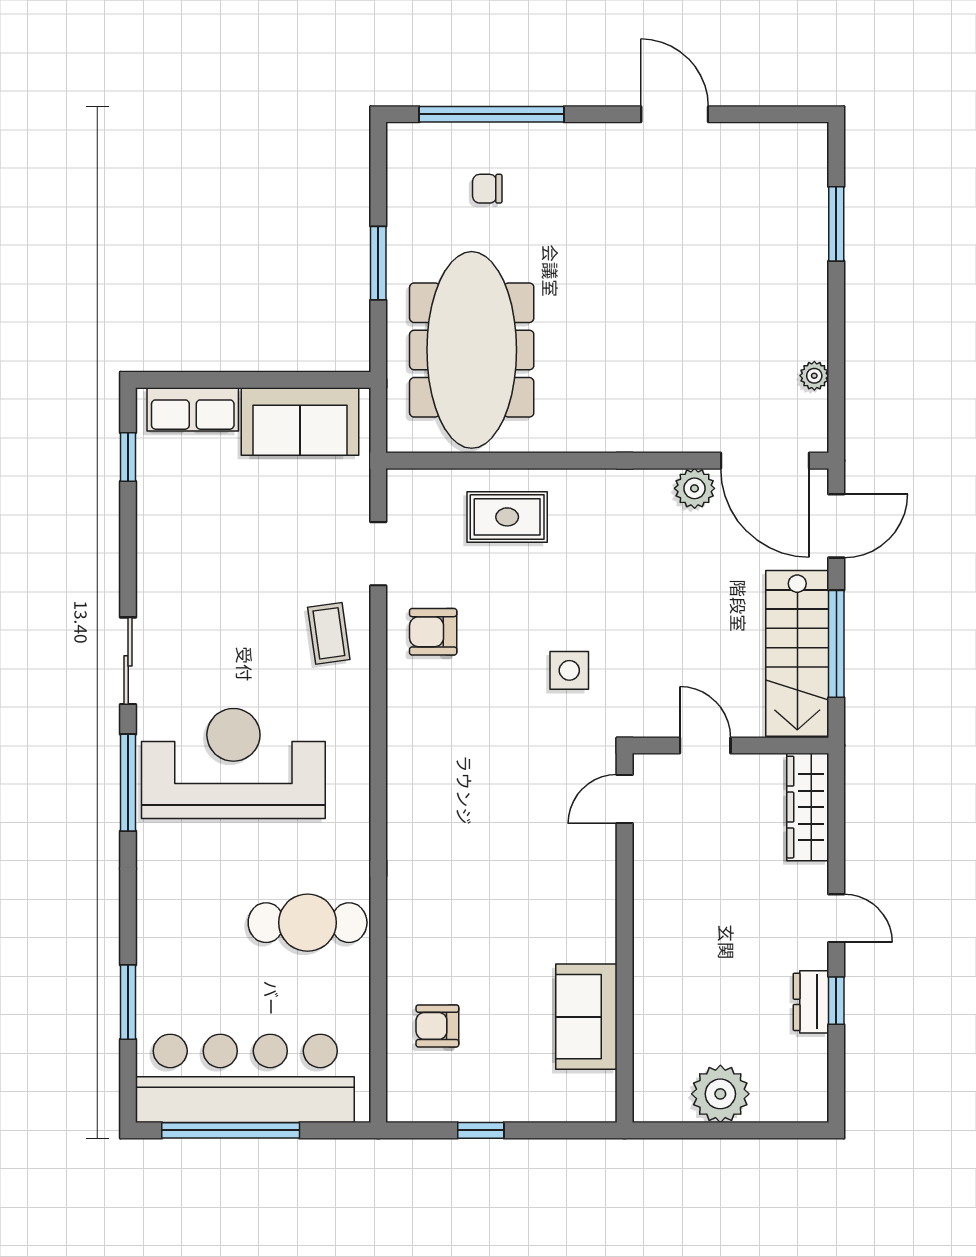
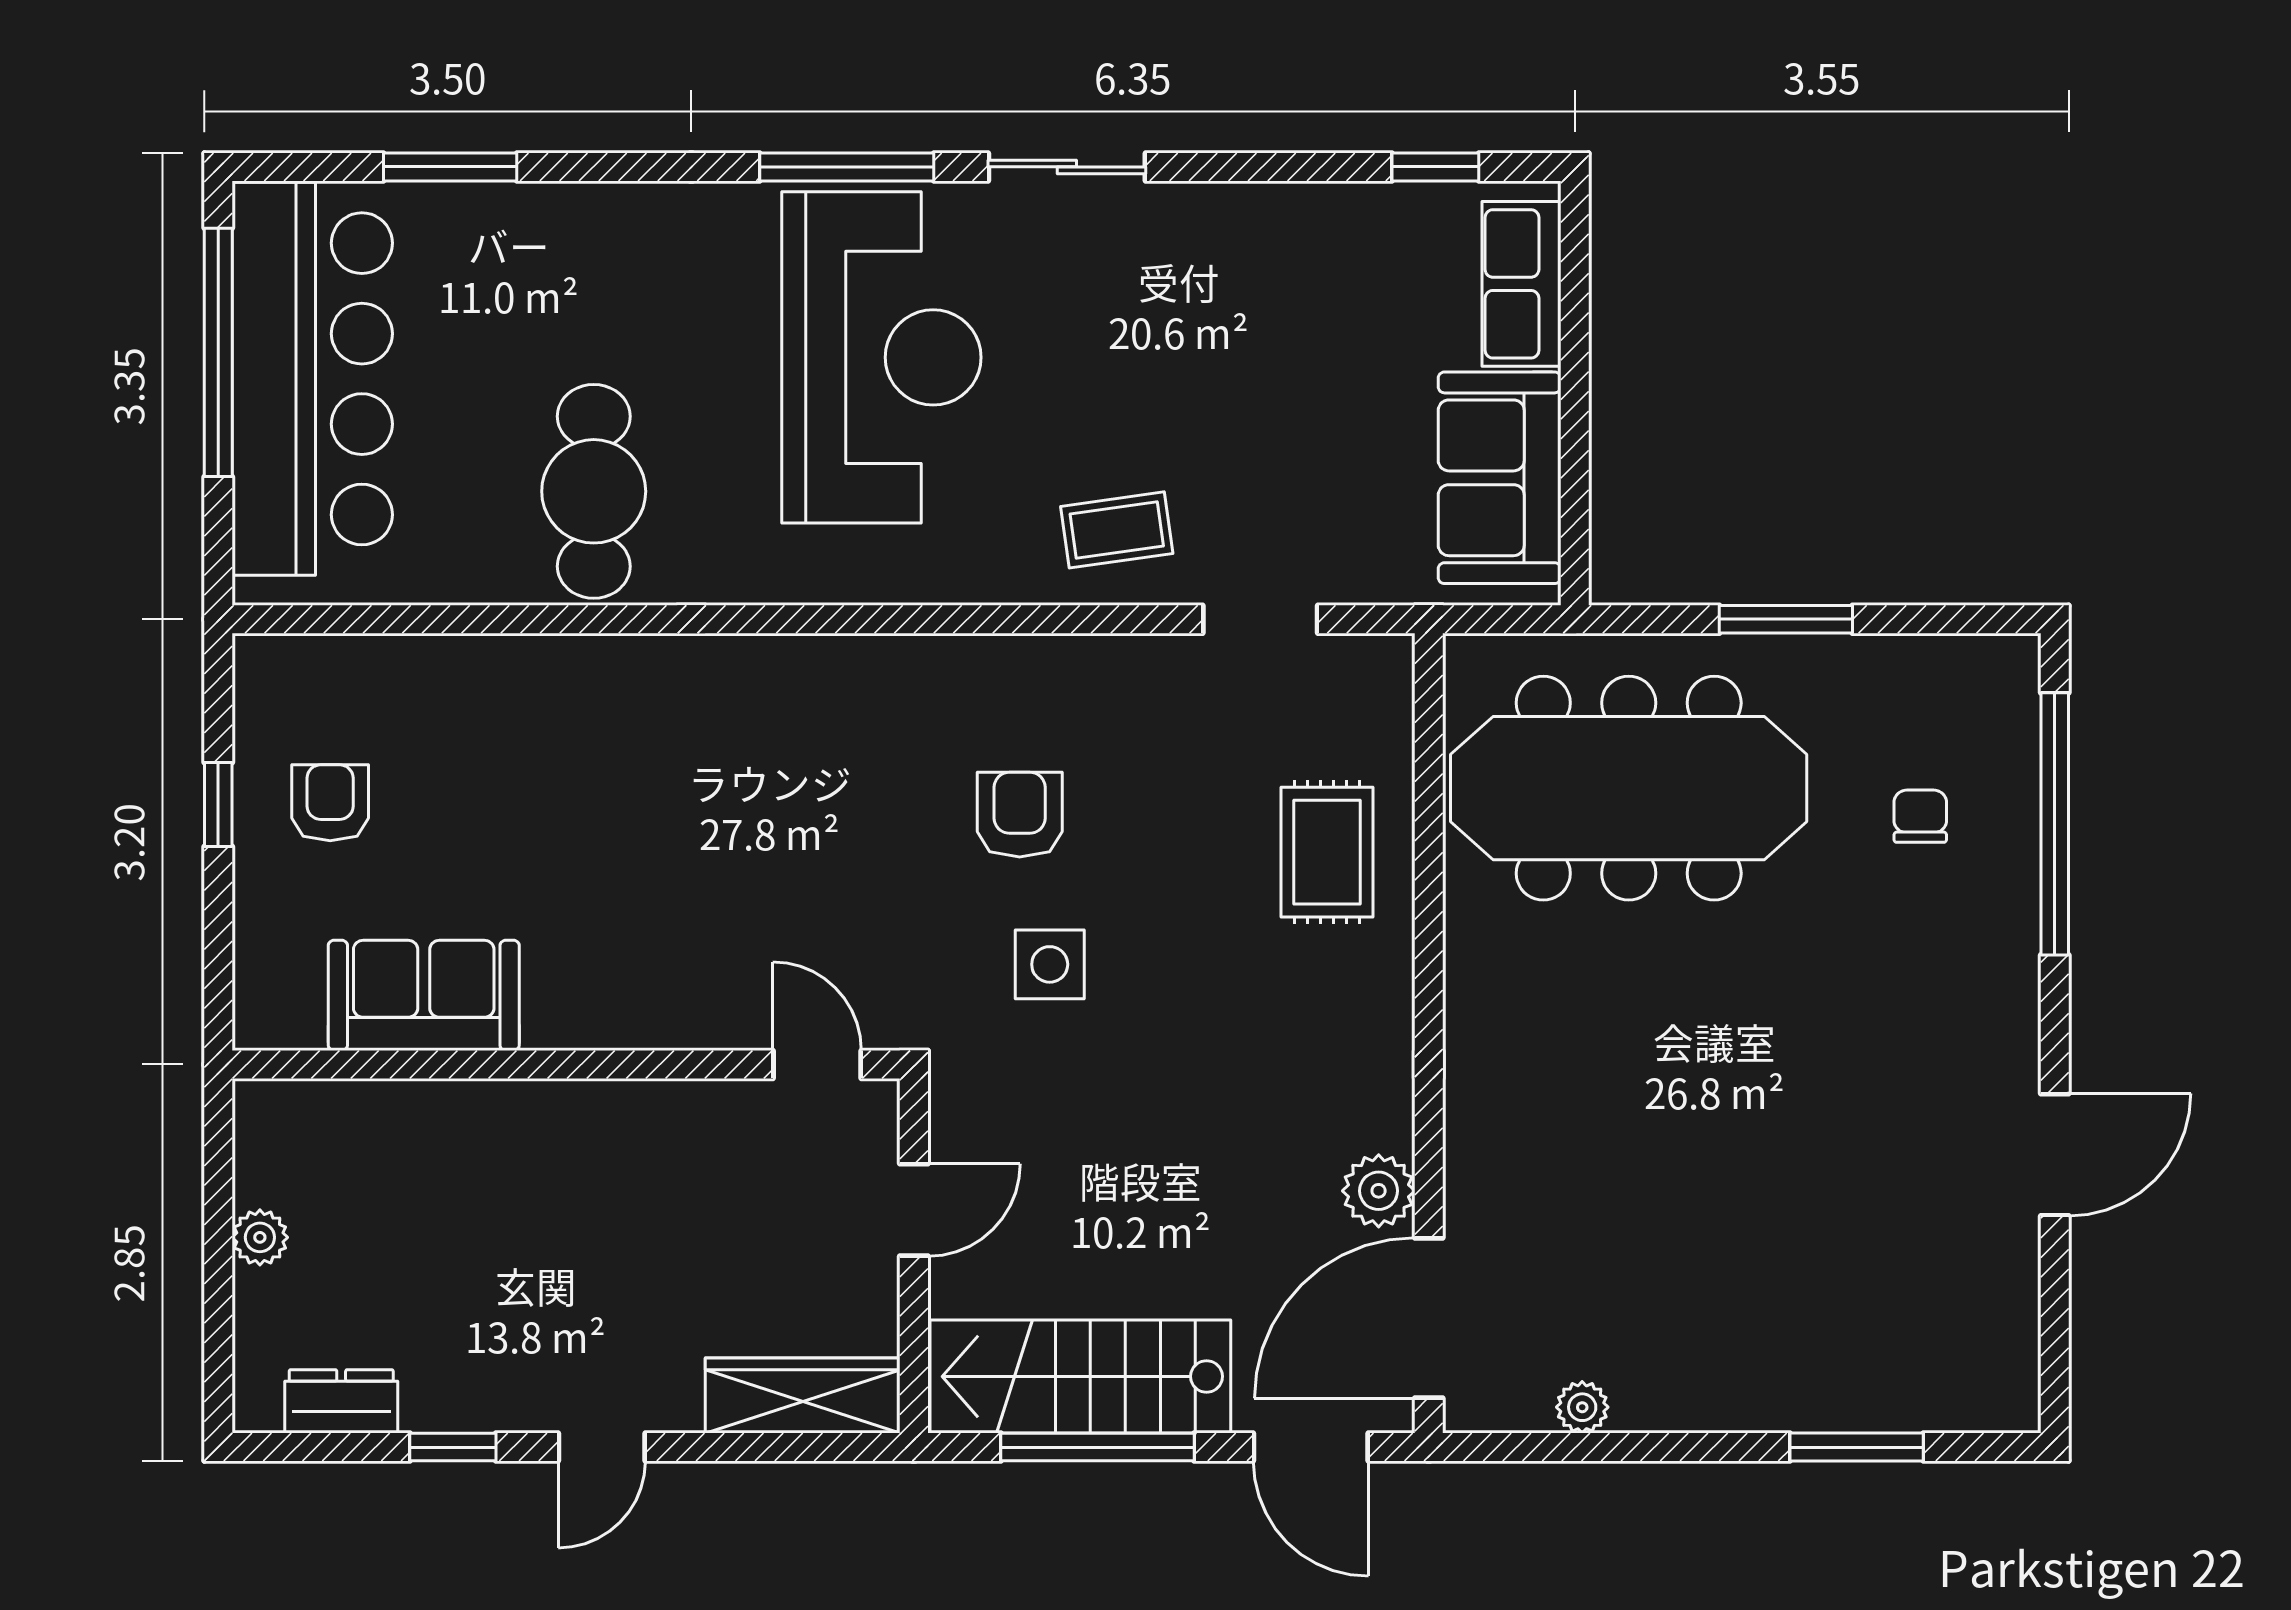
armchair: (433, 632) -> (1020, 815), moved
dresser: (811, 1002) -> (341, 1401), moved
armchair: (437, 1026) -> (330, 803), moved
plant: (720, 1094) -> (260, 1237), width x0.53, depth x0.53

